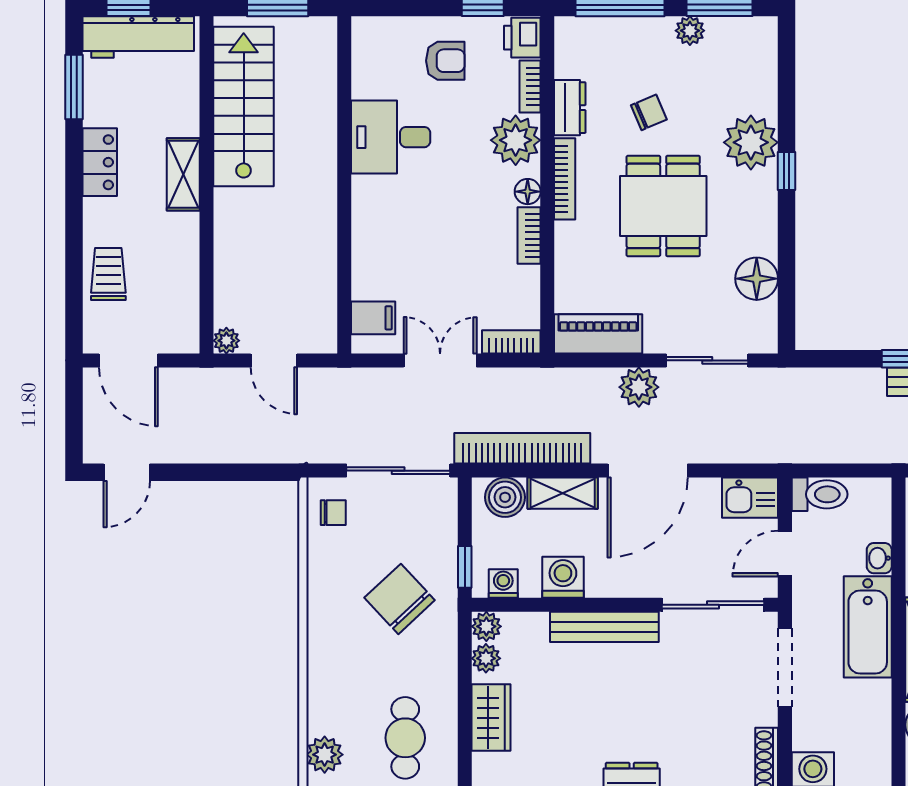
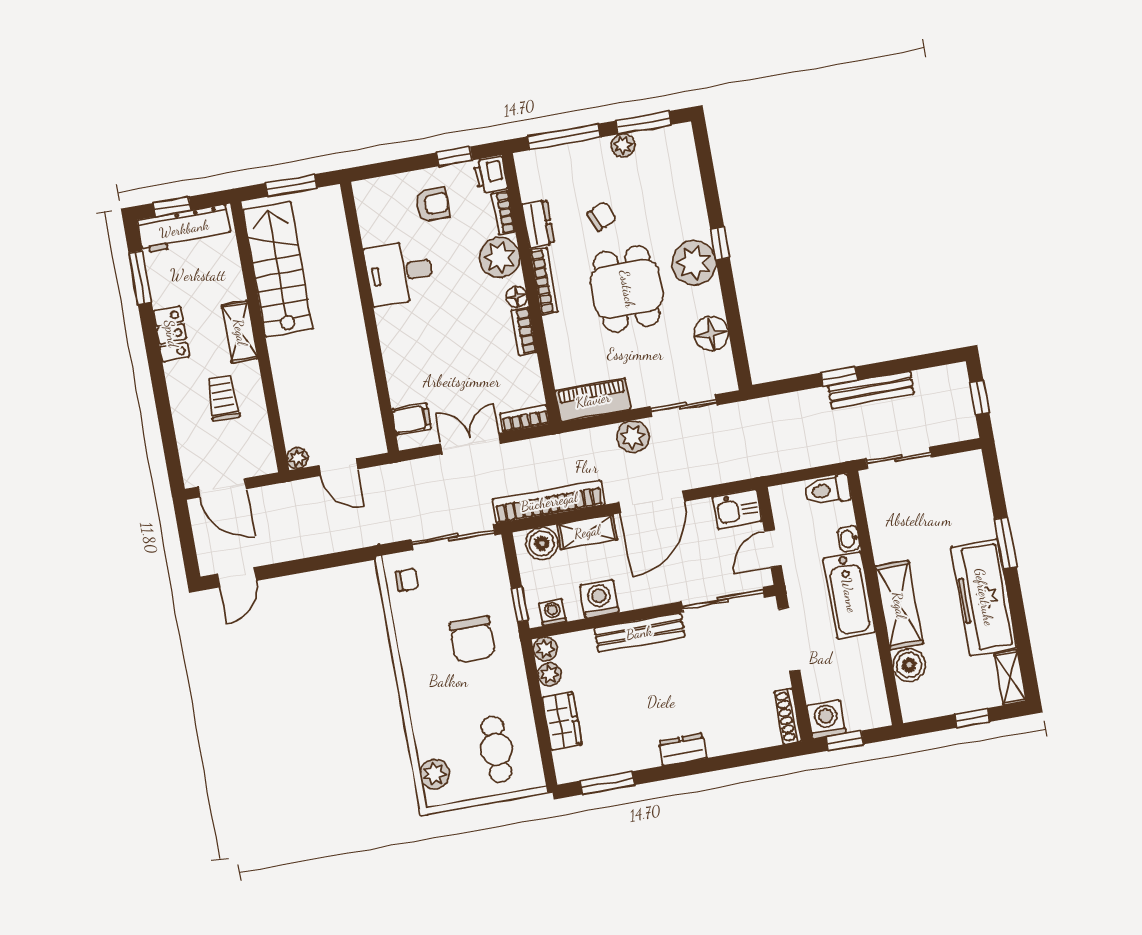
plant: (751, 142) -> (694, 263), moved
trolley: (108, 274) -> (223, 398), moved
toilet: (820, 494) -> (827, 490), moved, turned 180
chair: (400, 599) -> (472, 639), turned -137

